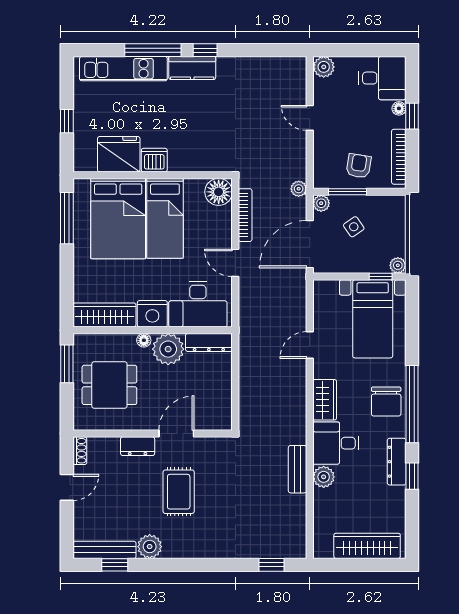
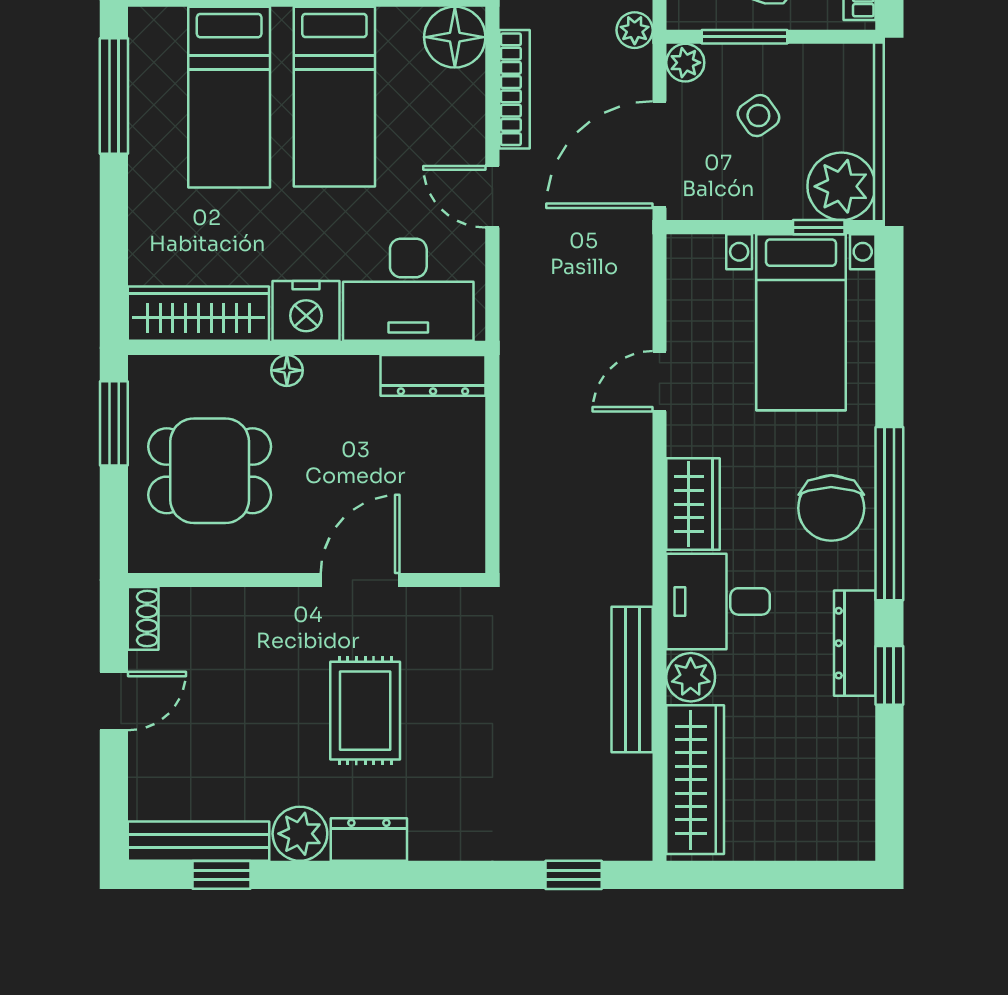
bed: (118, 219) -> (229, 97), width x0.67
plant: (398, 265) -> (841, 186), width x1.88, depth x1.88
plant: (168, 349) -> (342, 390), removed
dresser: (138, 446) -> (369, 840), moved, turned 180
bench: (298, 469) -> (632, 680), width x1.36
wardrobe: (367, 546) -> (695, 780), moved, turned 90

